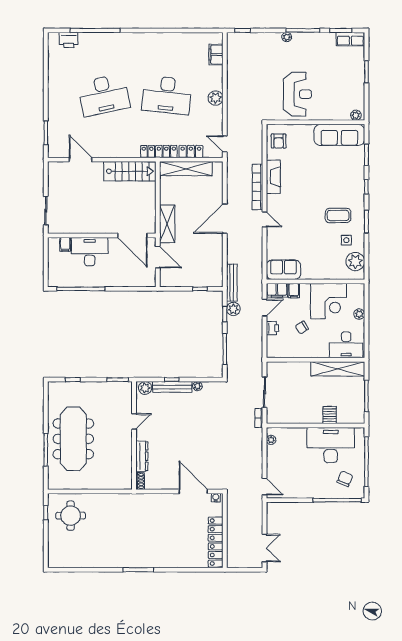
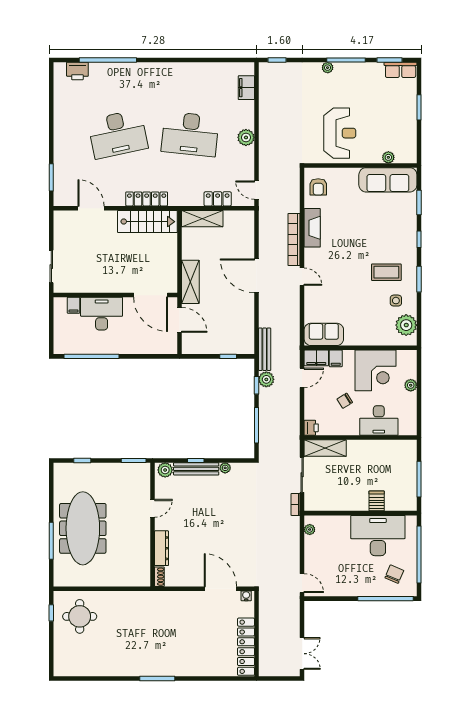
plant: (356, 115) -> (388, 157), moved
locker: (159, 152) -> (147, 199), moved
shelving: (186, 169) -> (202, 219), width x0.68
door: (225, 219) -> (256, 276), hinge flipped
printer: (272, 328) -> (311, 428), moved
desk: (346, 345) -> (379, 421), moved
shelving: (338, 369) -> (325, 448), moved, width x0.68

